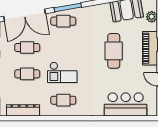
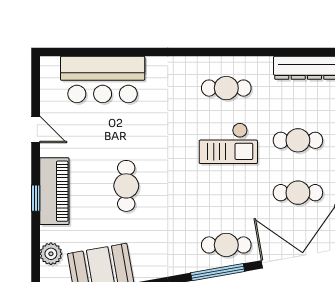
cafe table: (114, 51) -> (126, 186), width x0.73, depth x0.74
checkout: (62, 72) -> (228, 143), turned 180

